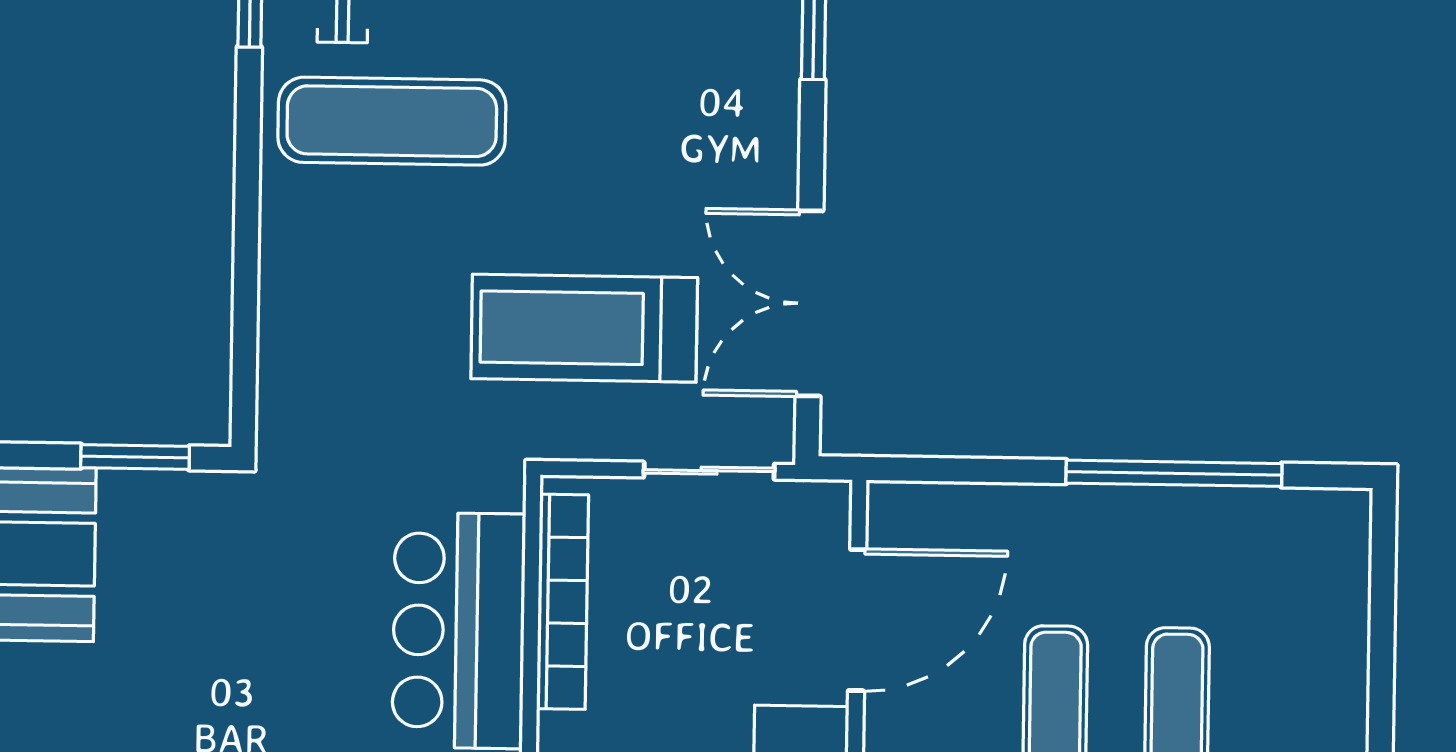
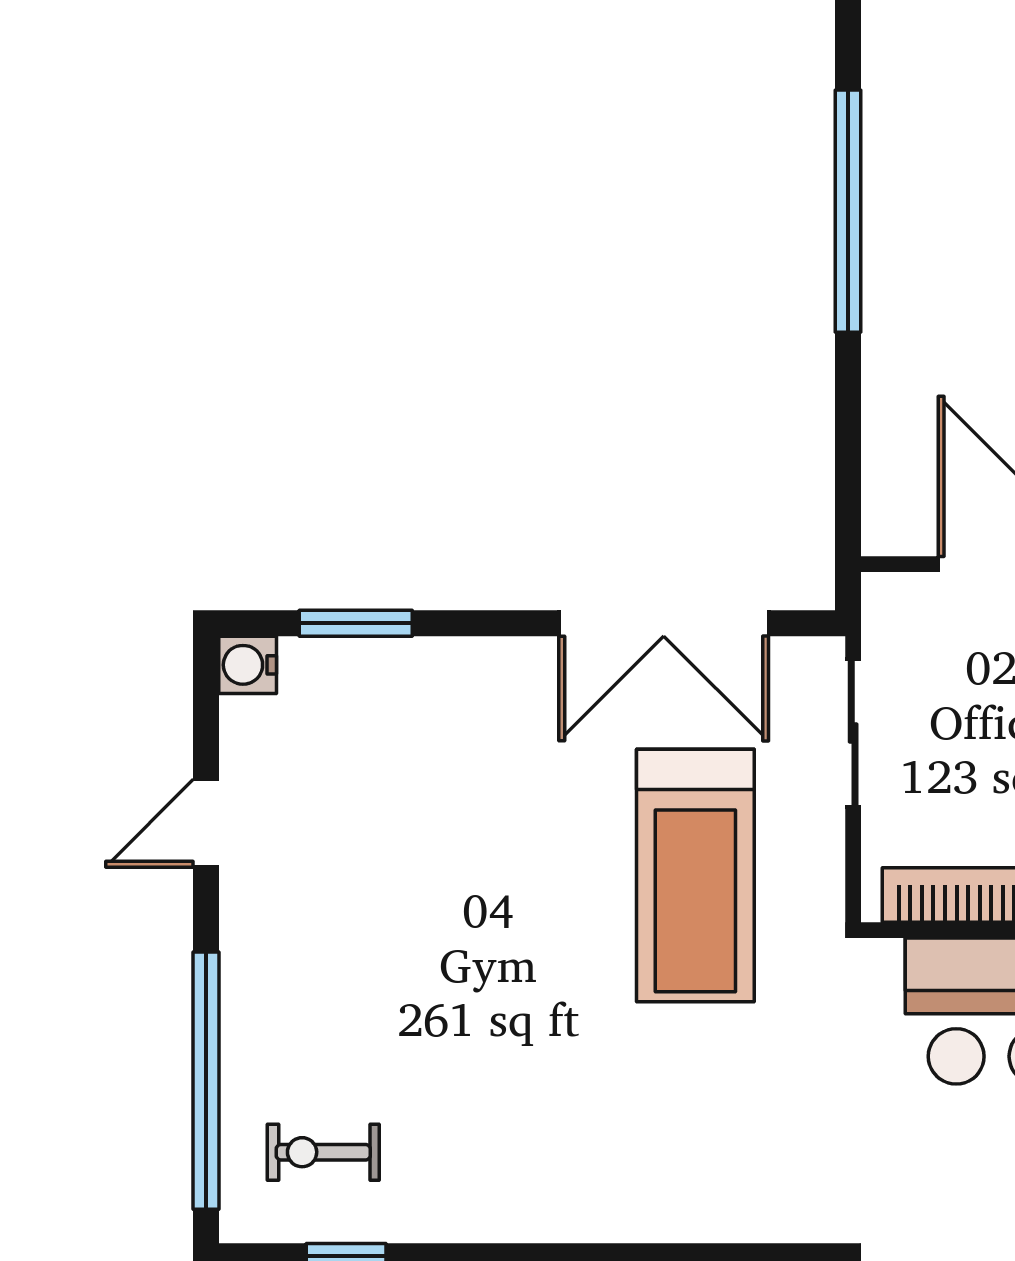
exercise mat: (392, 121) -> (467, 1095), removed

